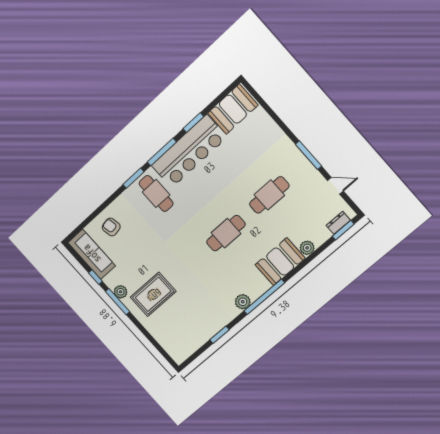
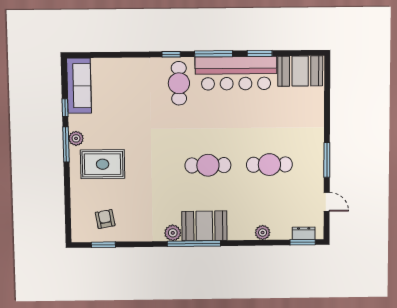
window: (133, 178) -> (171, 54), width x0.67
armchair: (111, 227) -> (105, 219), moved
booth: (280, 262) -> (204, 226), moved
window: (219, 335) -> (103, 245), moved

